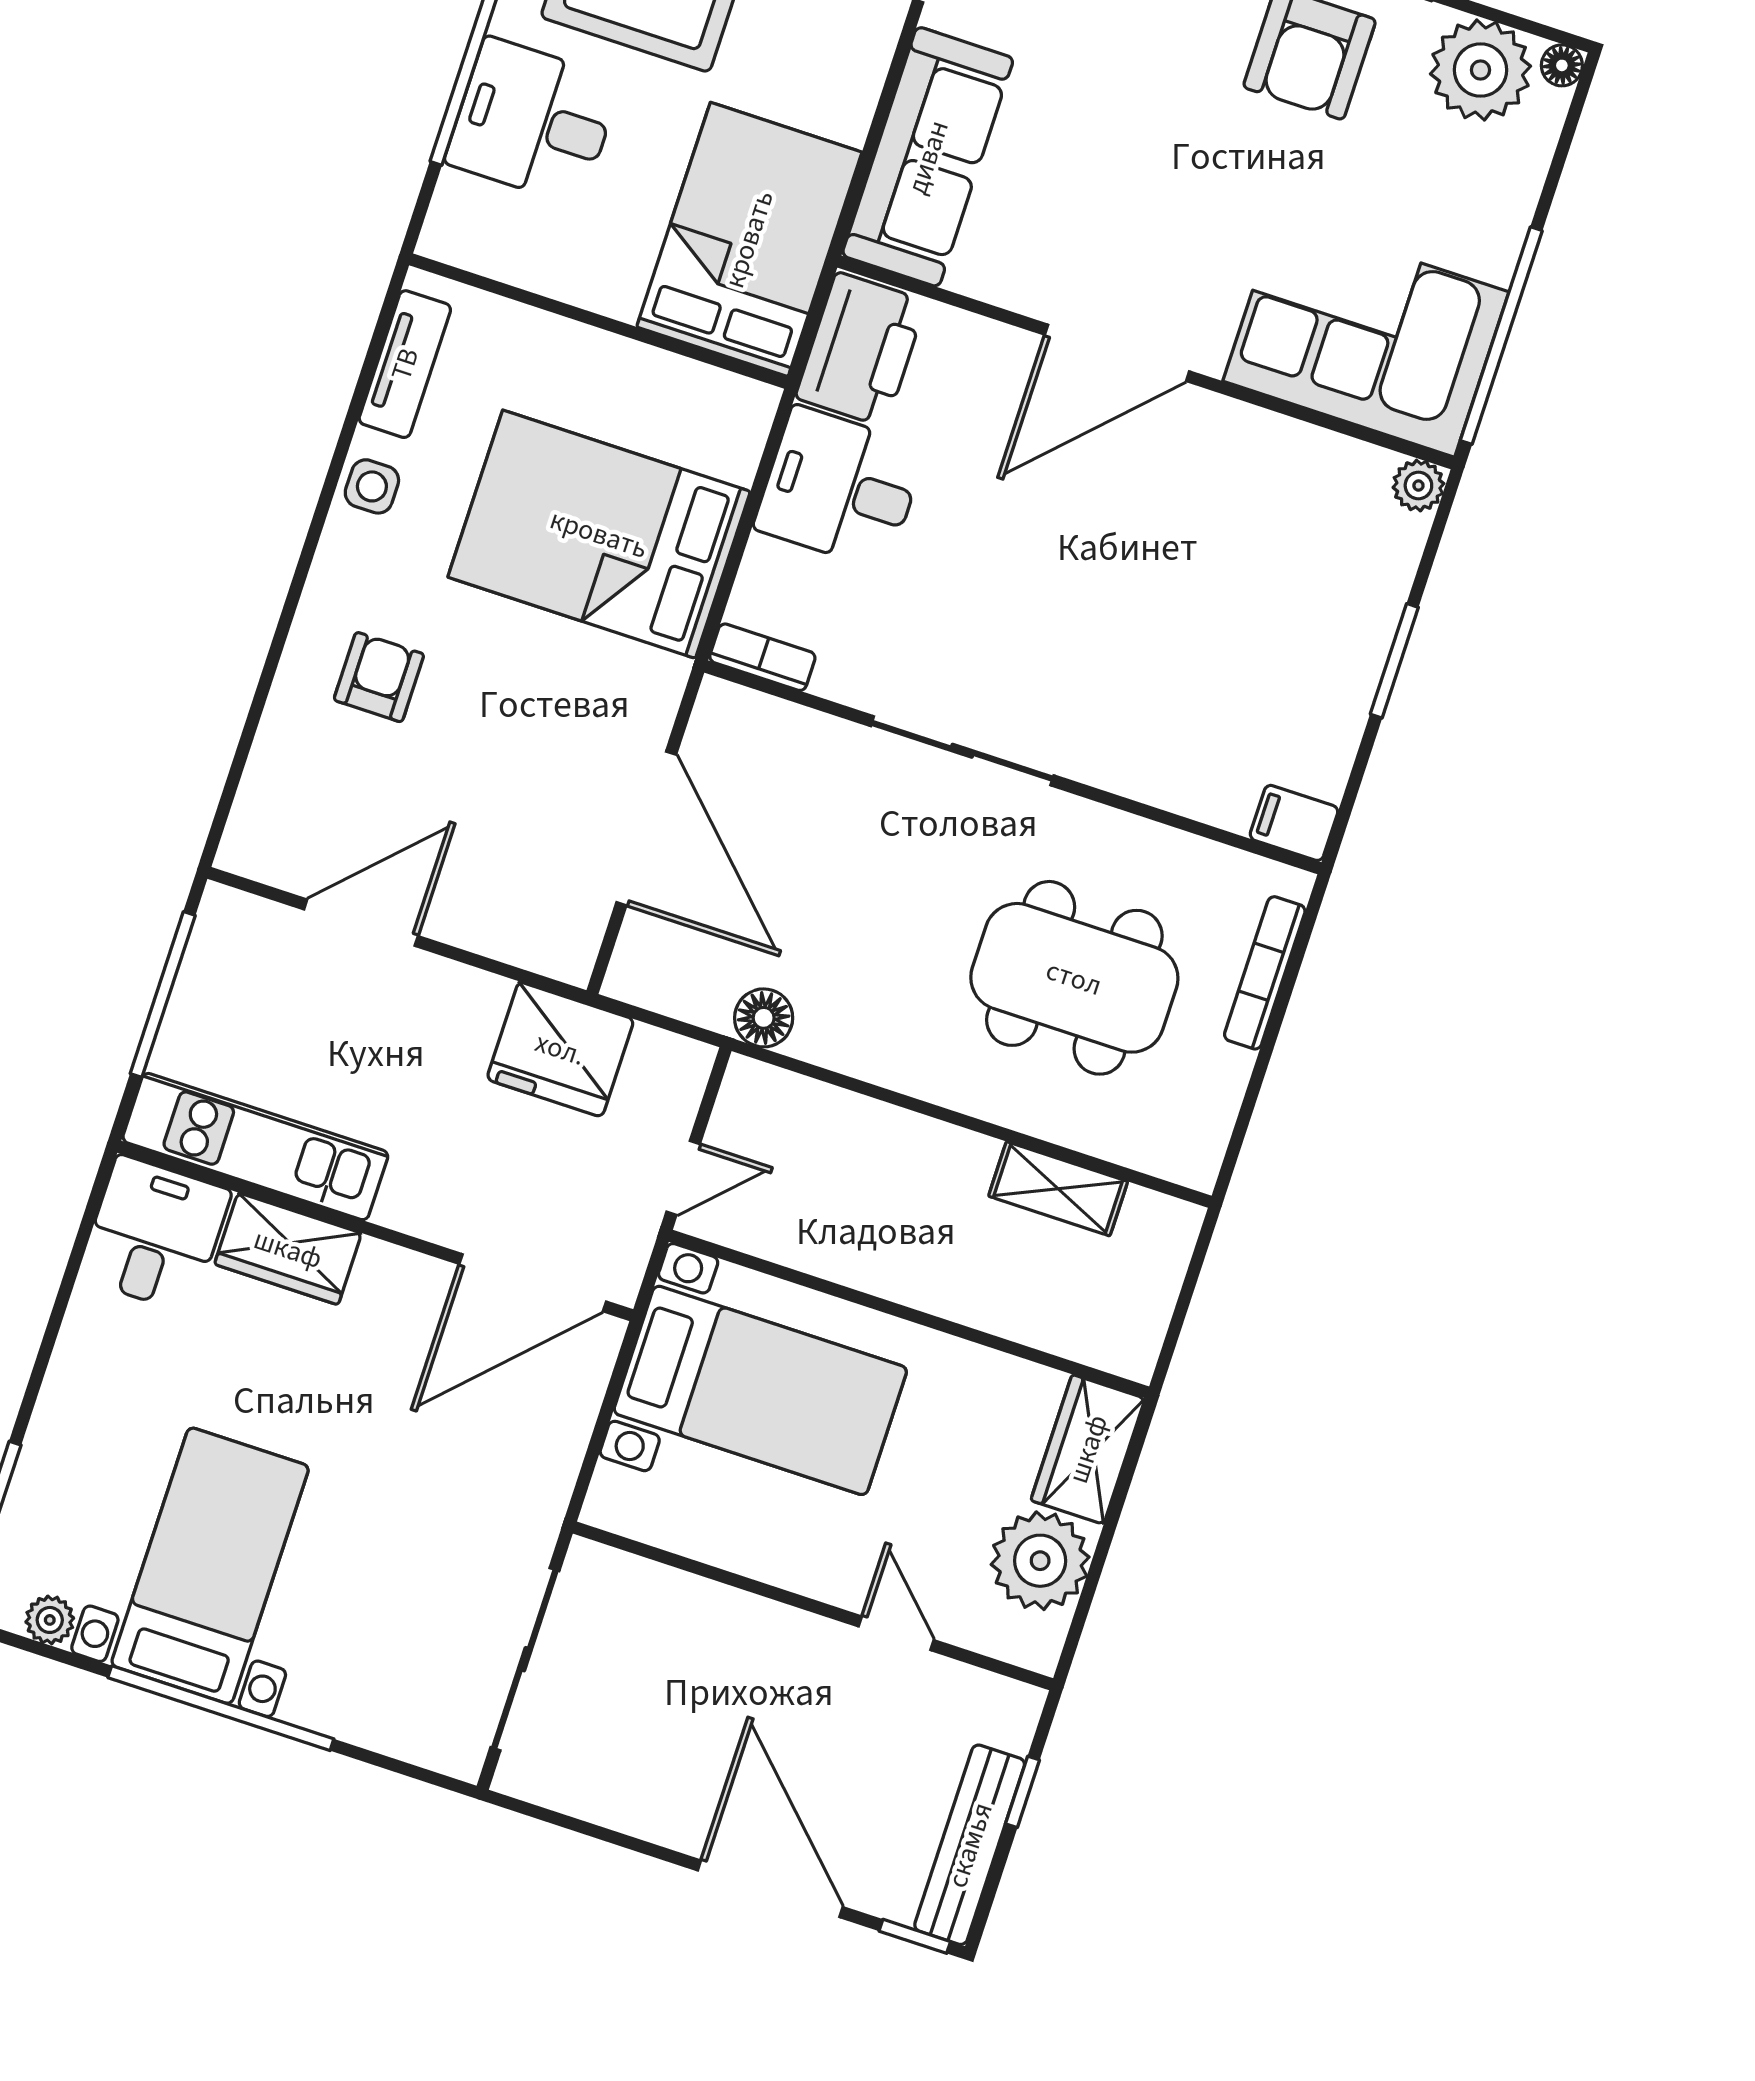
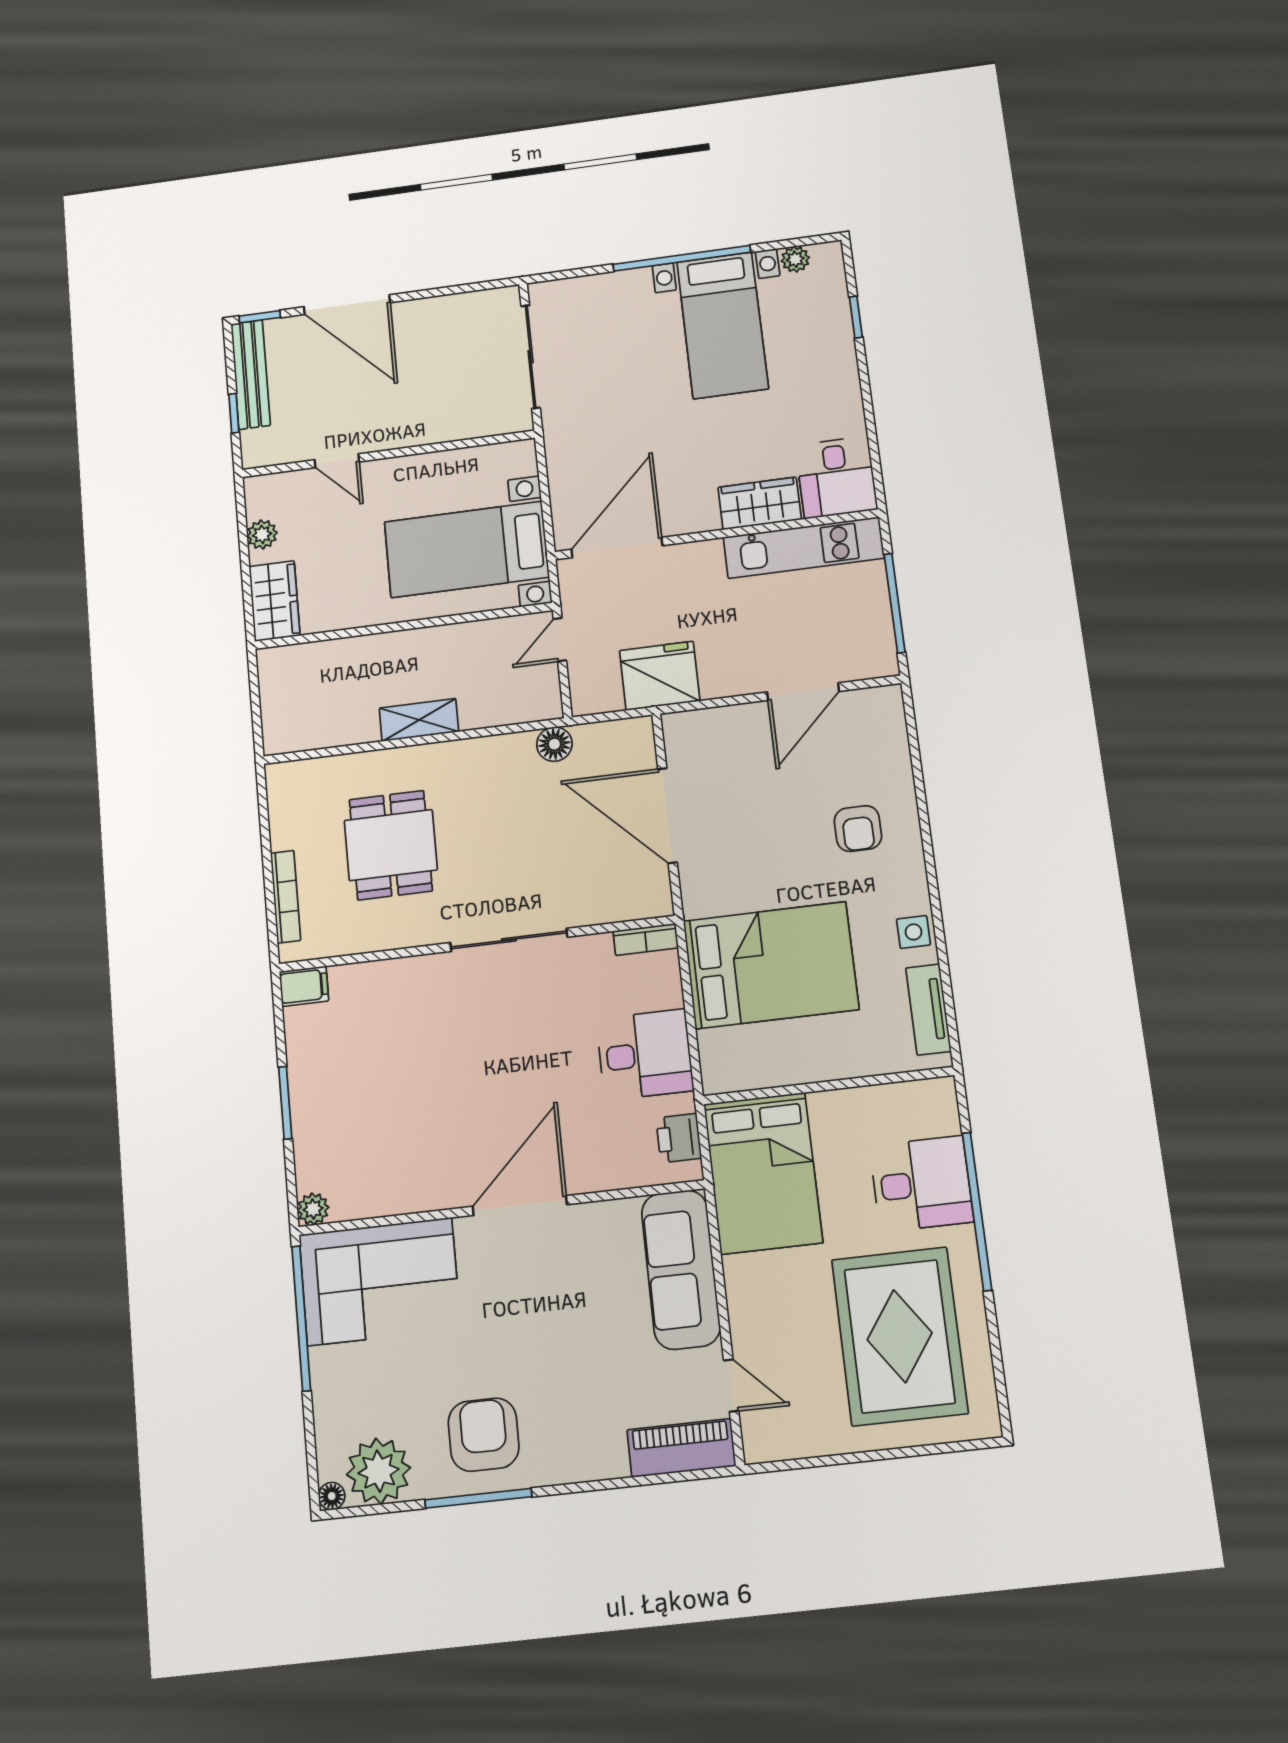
printer: (861, 349) -> (679, 1138), width x0.53, depth x0.68
dining table: (1074, 978) -> (391, 845), width x0.73
shelving: (1058, 1189) -> (419, 720), moved
plant: (1040, 1561) -> (262, 534), width x0.53, depth x0.53

